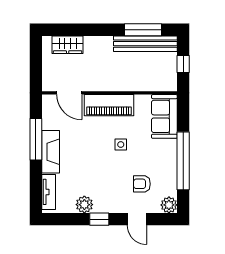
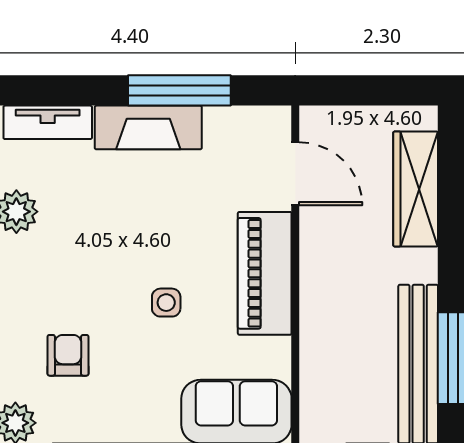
wardrobe: (68, 45) -> (416, 189), width x1.50
door: (69, 93) -> (295, 174), swing flipped

